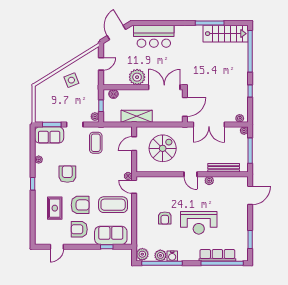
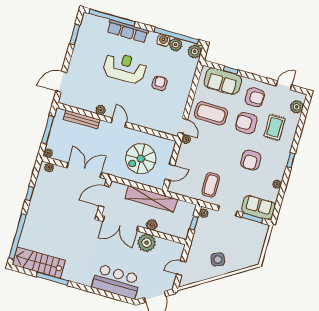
boiler: (113, 94) -> (152, 225), moved
shelving: (137, 116) -> (151, 199), width x1.47
plant: (41, 231) -> (297, 107), added
row of seats: (217, 255) -> (128, 31), moved

